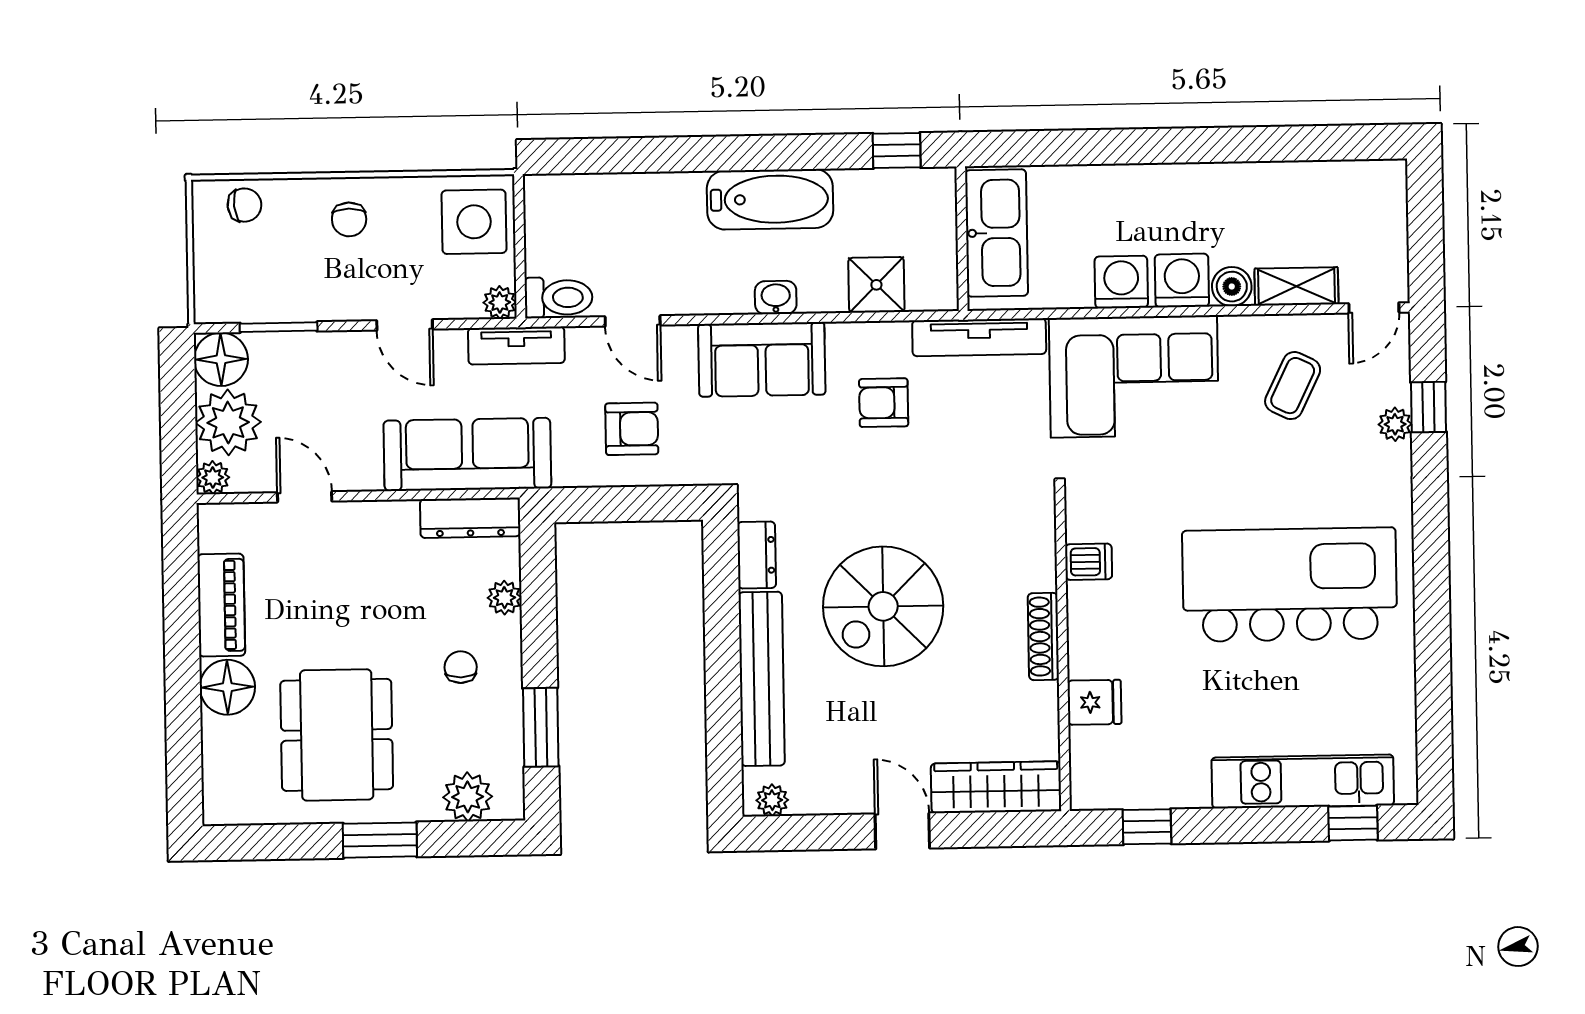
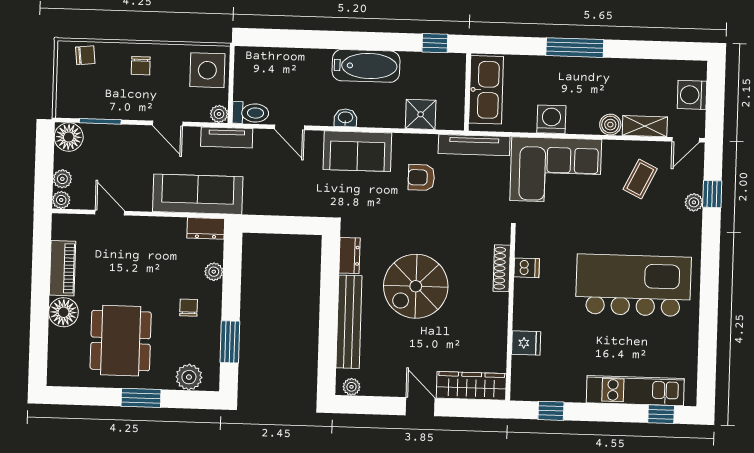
window: (1158, 146) -> (575, 48), added
washing machine: (1182, 280) -> (692, 95), moved, turned -90
washbasin: (776, 298) -> (345, 118), moved
plant: (228, 422) -> (62, 179), width x0.53, depth x0.53
armchair: (632, 429) -> (286, 185), removed
dresser: (470, 518) -> (206, 228), width x0.70
shoe rack: (1043, 636) -> (502, 268), moved

